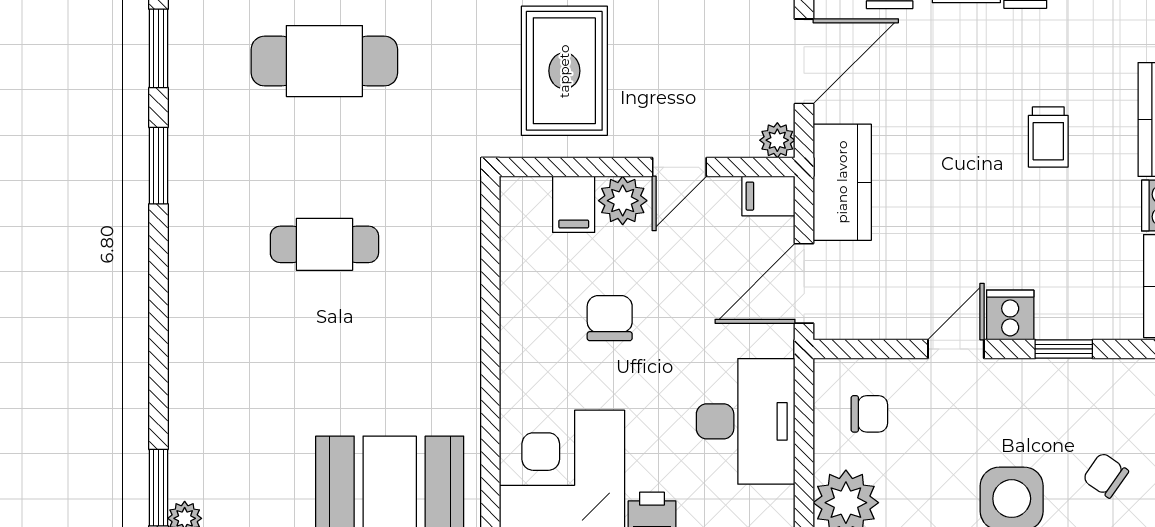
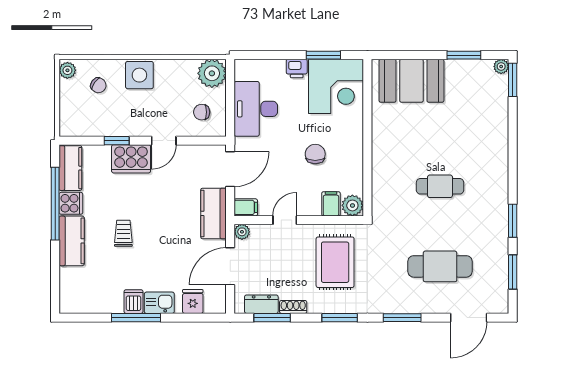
plant: (623, 201) -> (352, 205), moved
cooker: (1010, 315) -> (131, 159), width x1.87, depth x1.31
chair: (610, 318) -> (315, 154), turned 180

